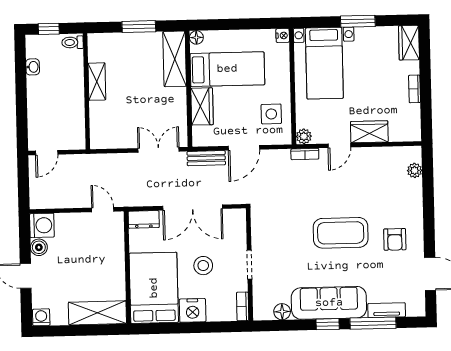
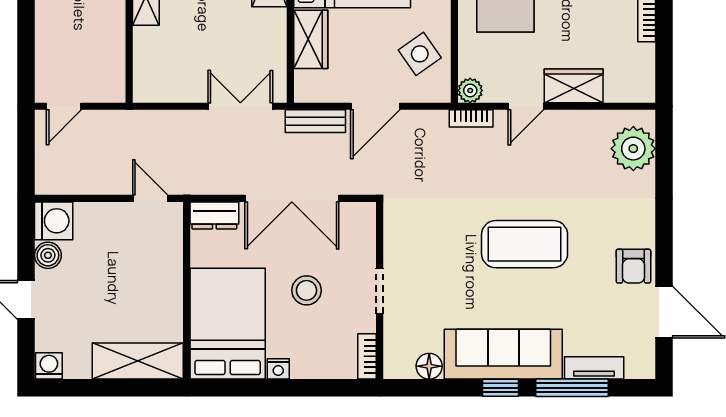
side table: (271, 114) -> (420, 54), turned -35
plant: (415, 170) -> (633, 149), width x1.87, depth x1.87
armchair: (395, 239) -> (633, 266), moved
nightstand: (193, 310) -> (278, 369), width x0.53, depth x0.56

